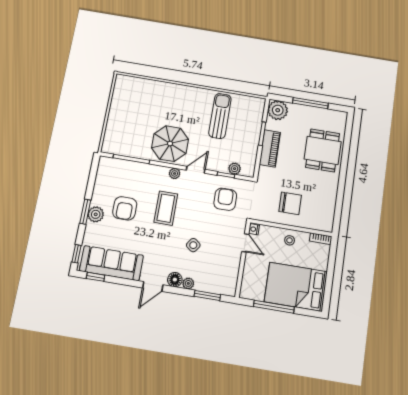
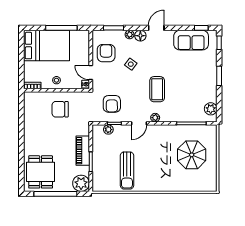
window: (310, 103) -> (55, 194), width x1.46
parasol: (170, 144) -> (192, 155), moved
dining table: (323, 150) -> (41, 172), moved
armchair: (125, 208) -> (106, 53), moved
plant: (96, 214) -> (211, 109), moved
sofa: (111, 263) -> (191, 40), width x0.73

